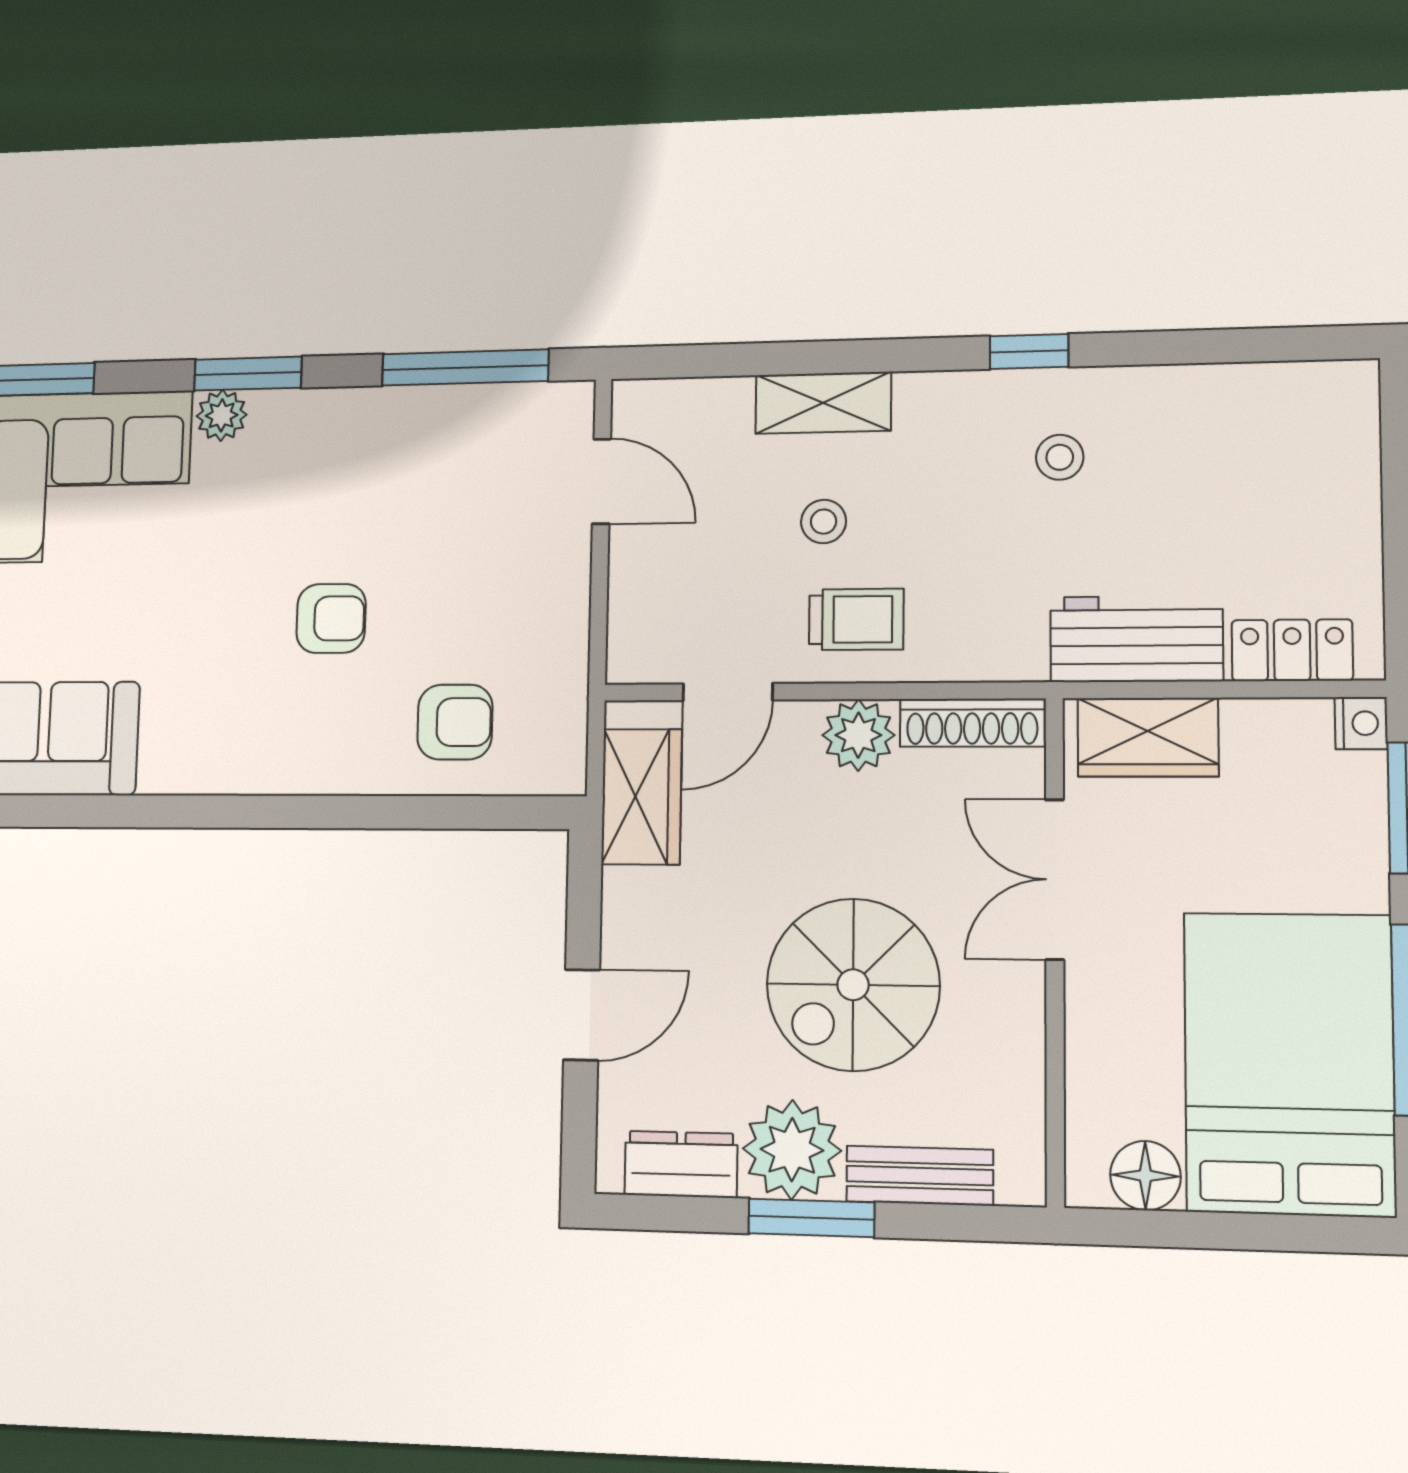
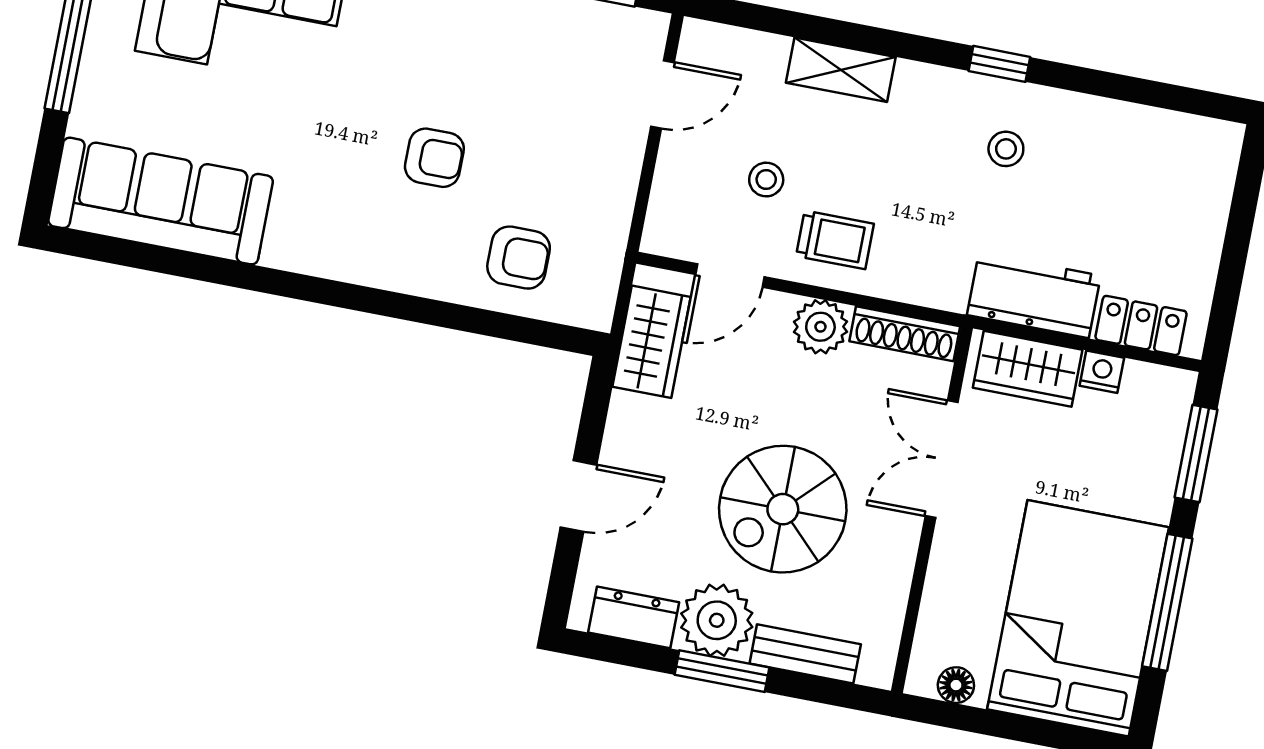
door: (601, 481) -> (663, 94), hinge flipped
stool: (824, 522) -> (766, 180), moved
nightstand: (1361, 723) -> (1102, 372), moved, turned -90
floor lamp: (1145, 1176) -> (956, 685), width x0.73, depth x0.73

